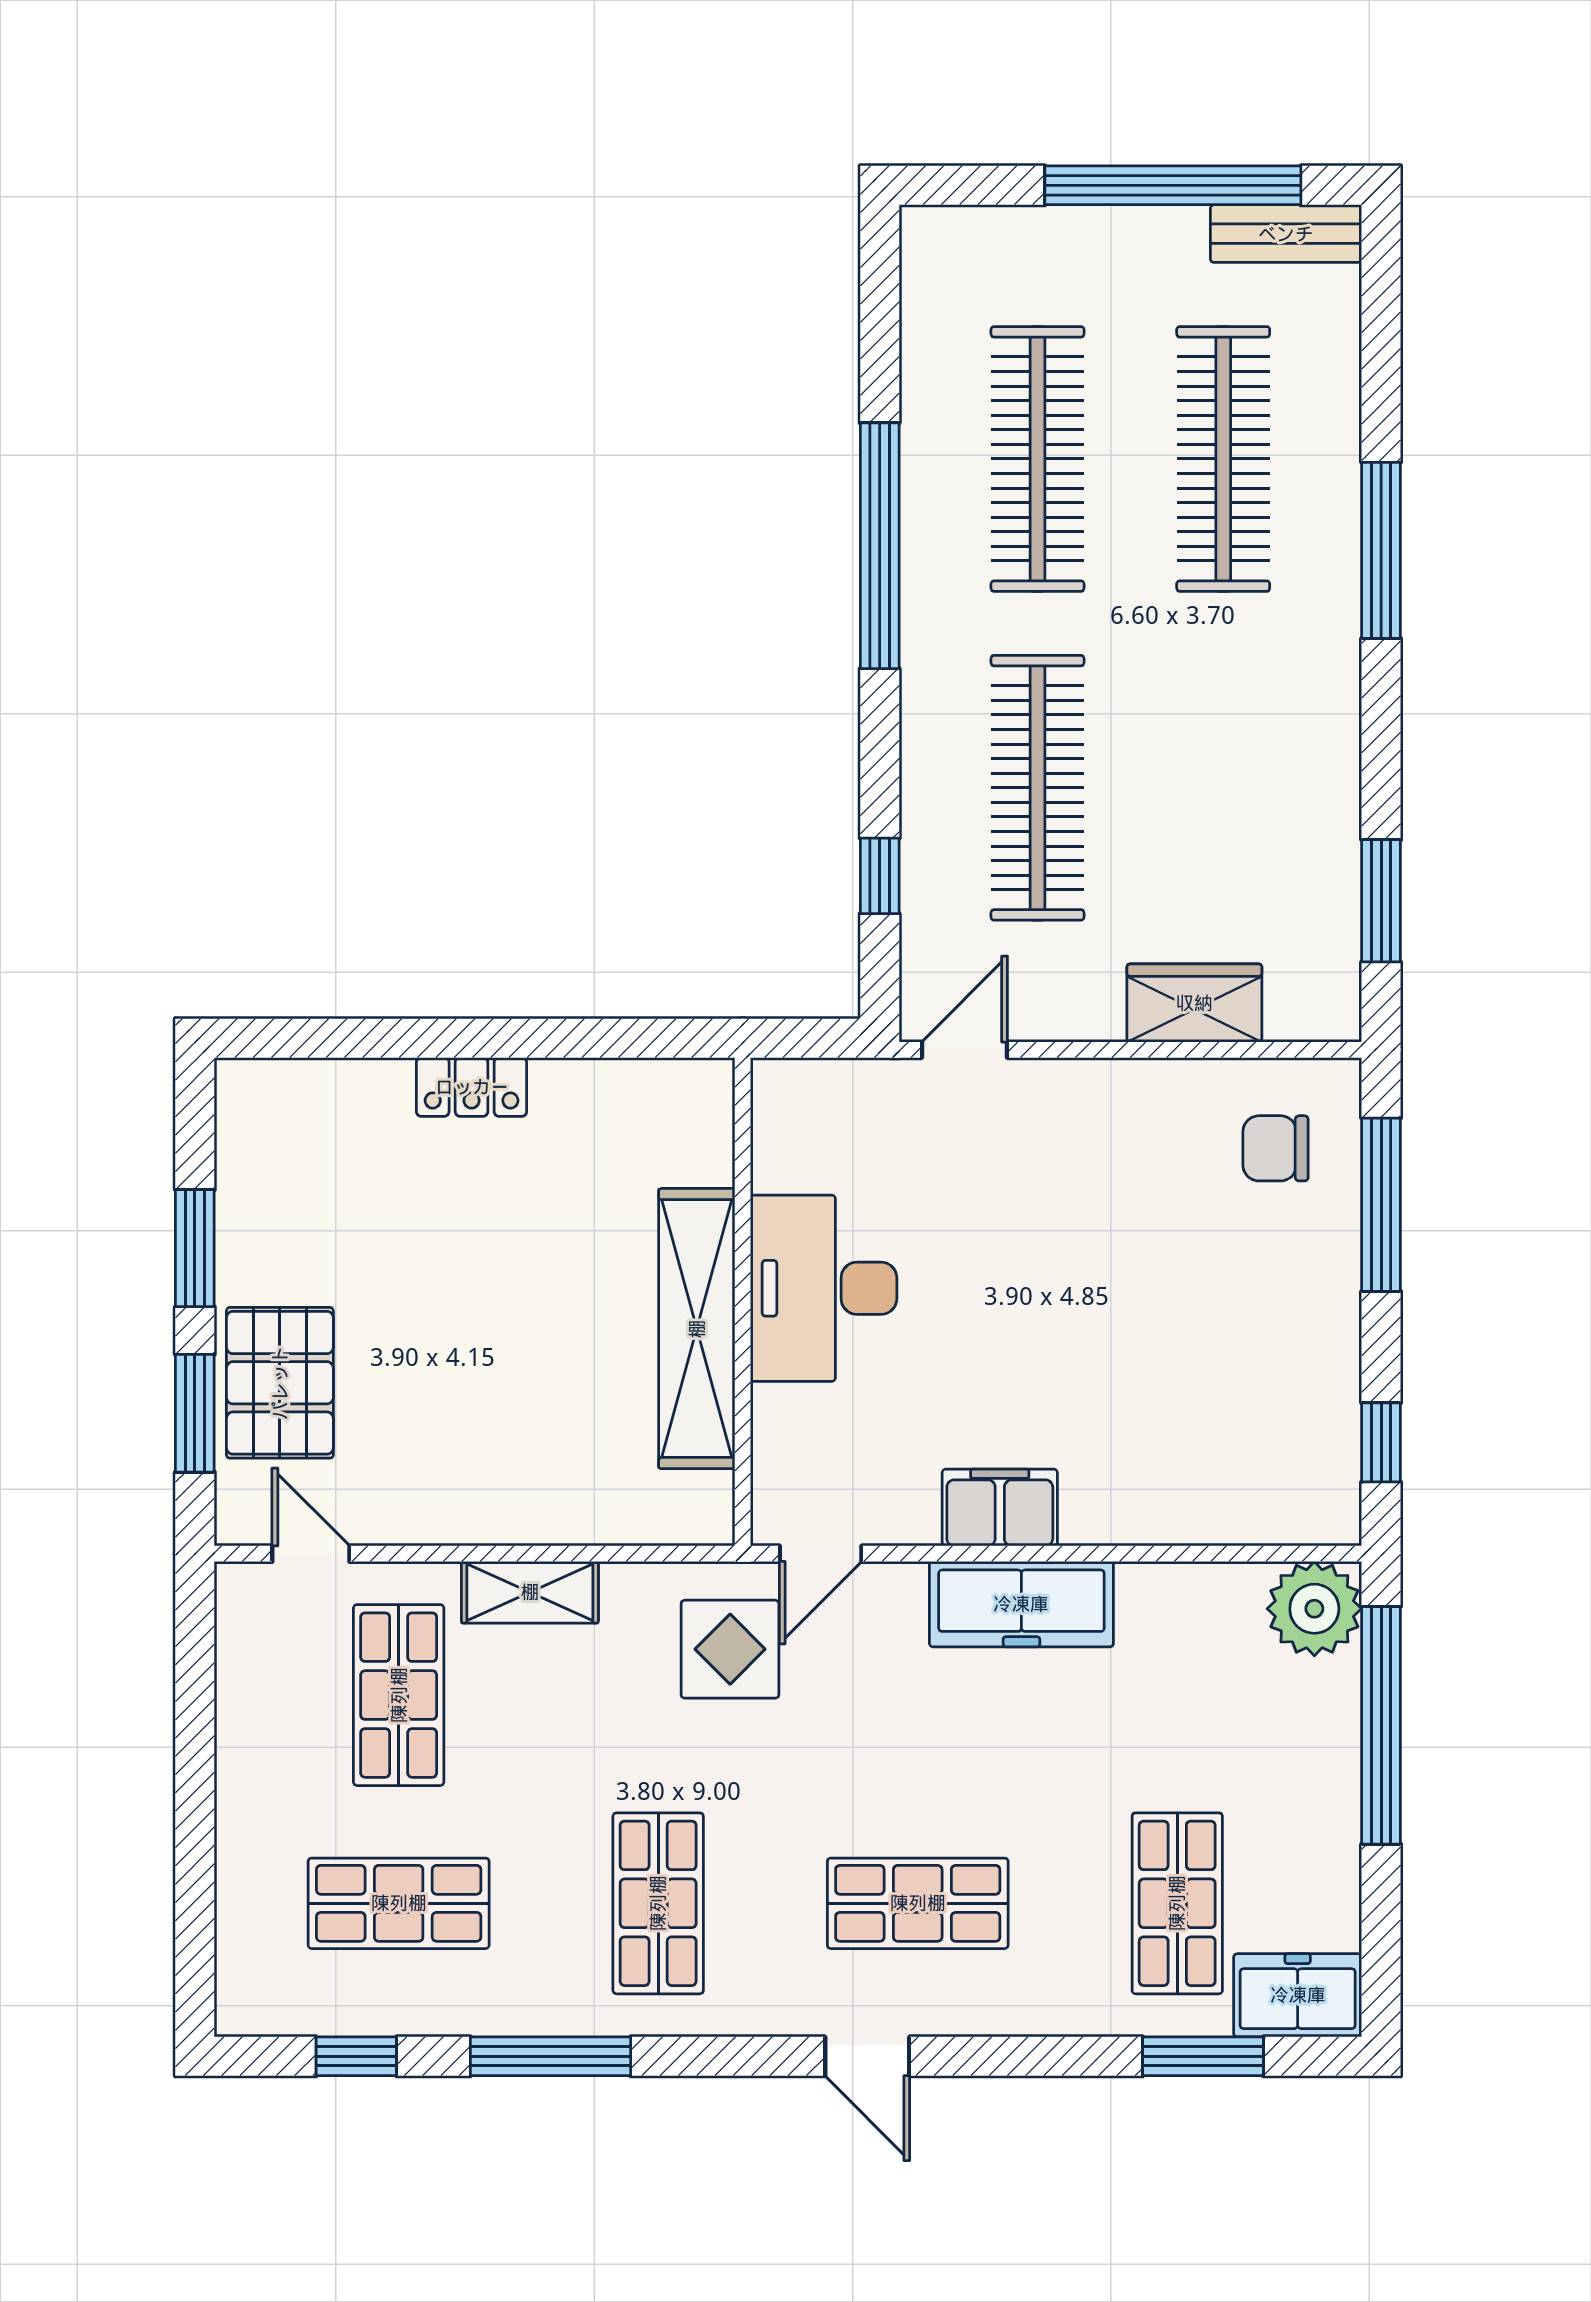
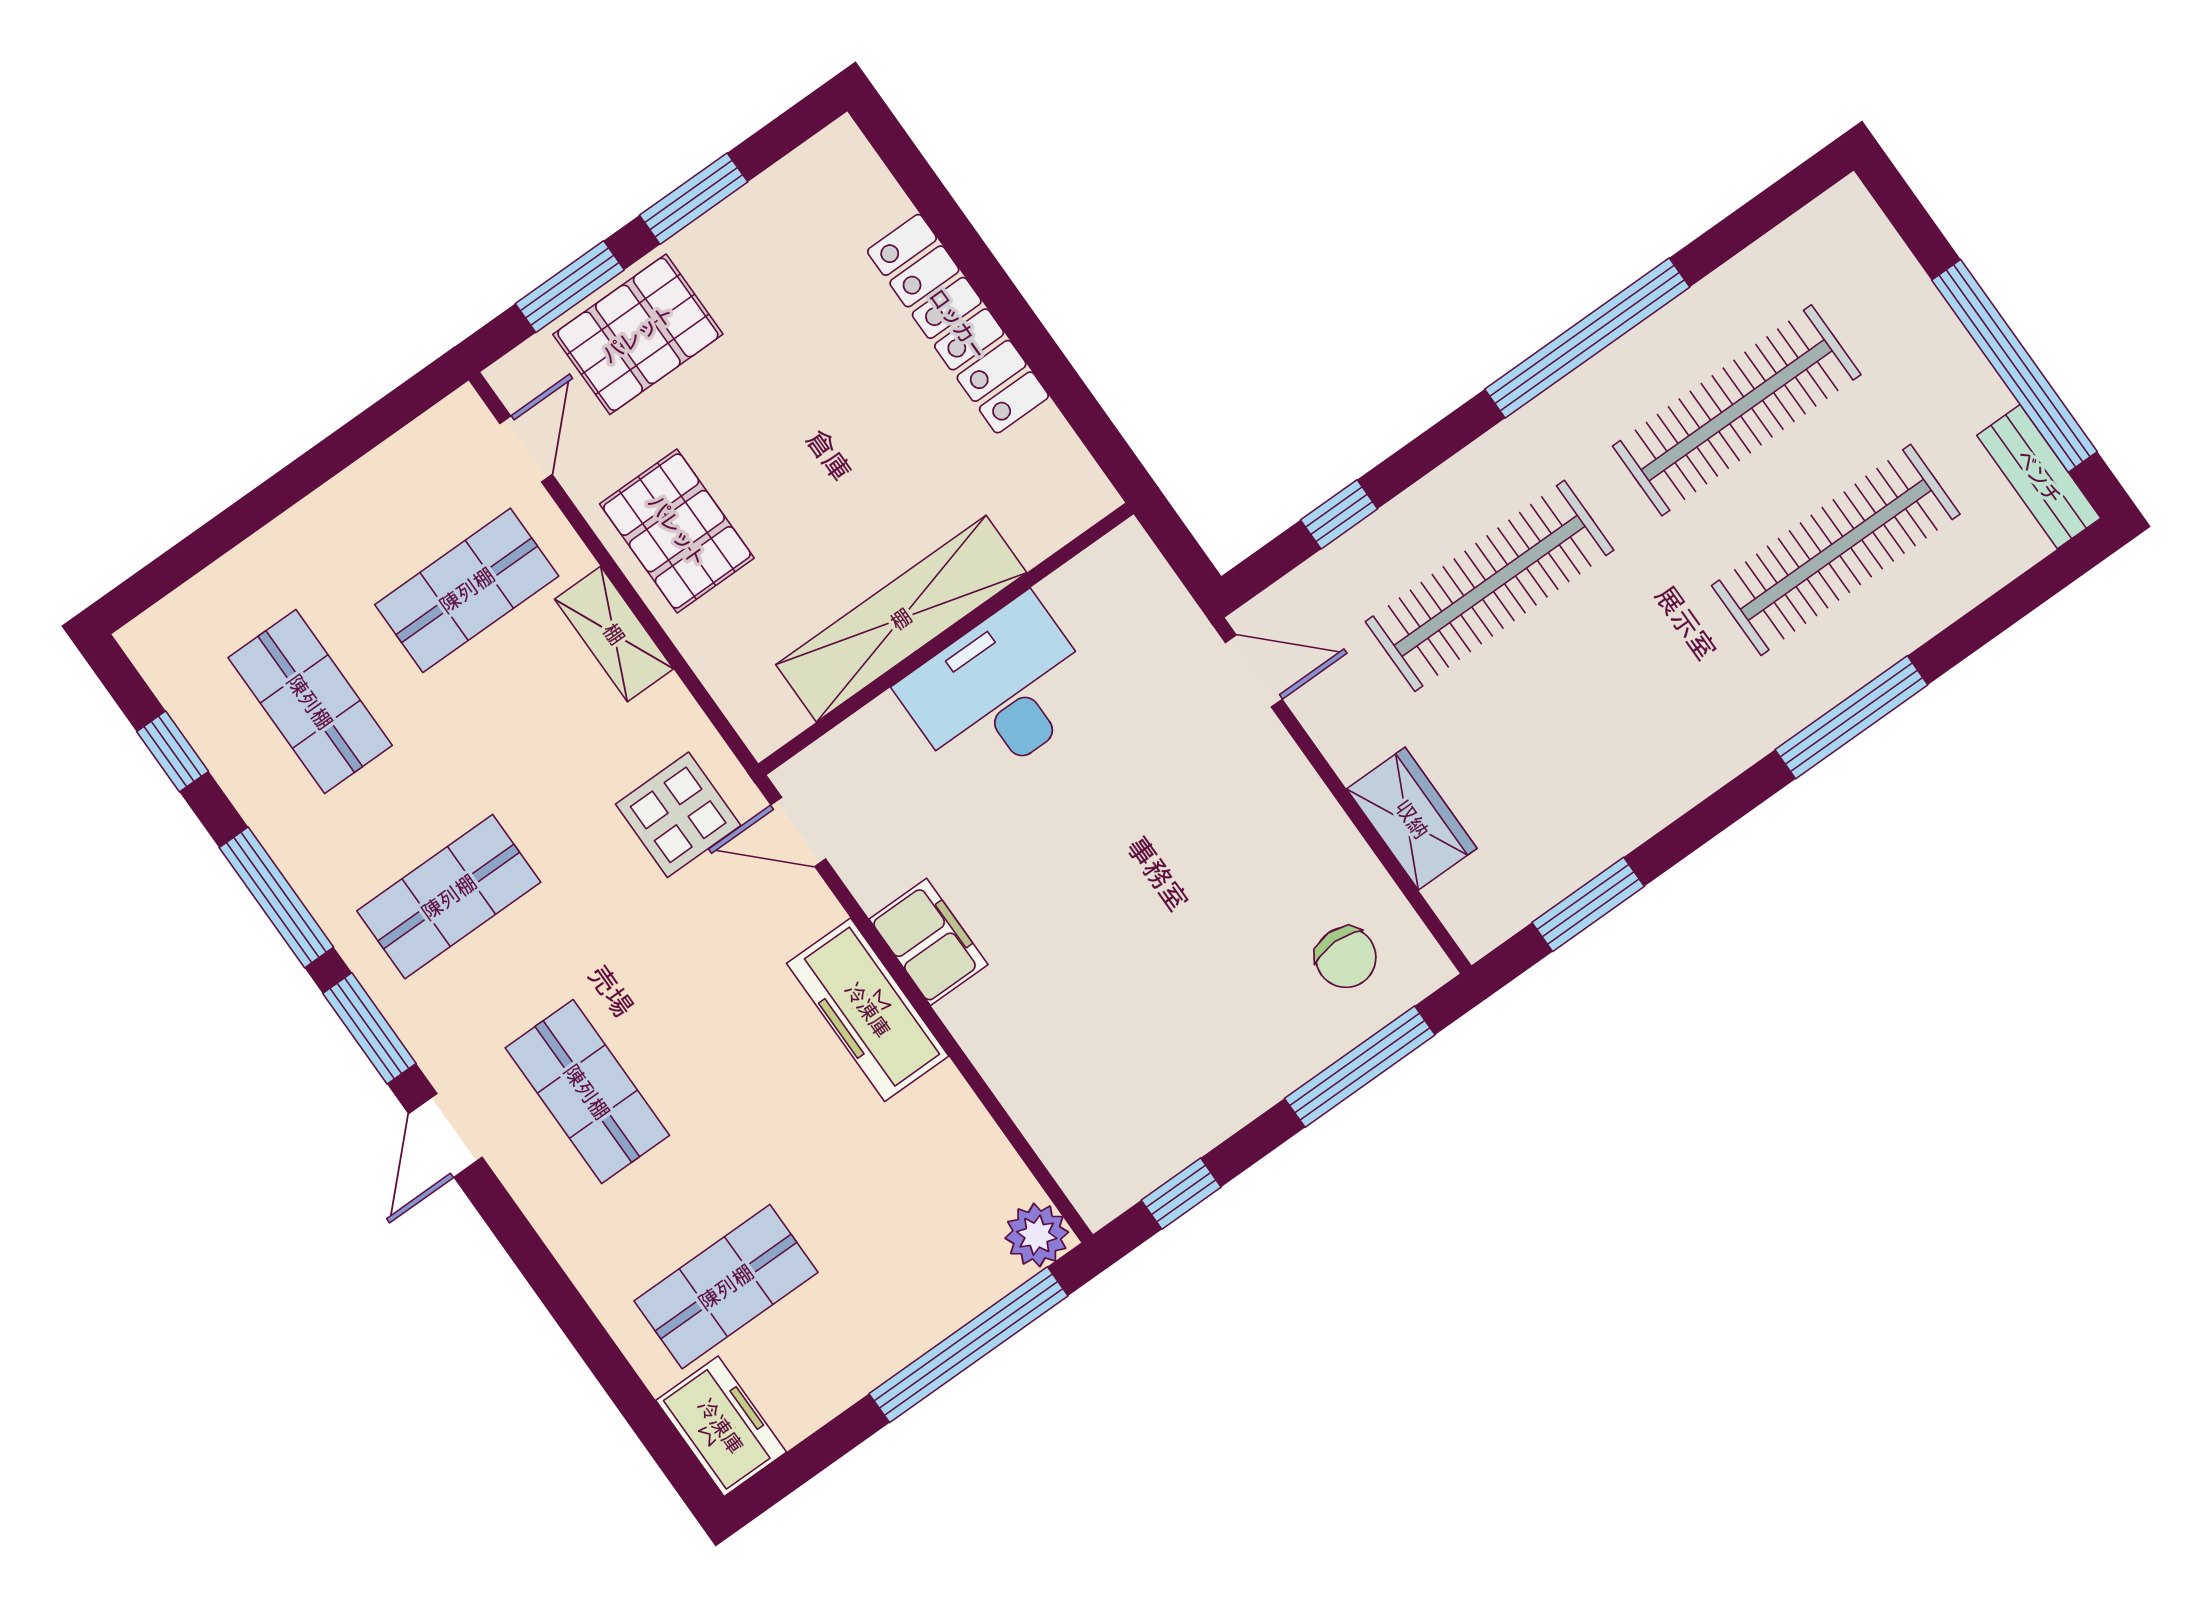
locker: (472, 1087) -> (958, 324), width x2.16, depth x1.21
chair: (1276, 1148) -> (1346, 957), turned 180
pallet: (478, 1472) -> (677, 531), added
plant: (1314, 1609) -> (1037, 1235), width x0.73, depth x0.73
window: (1203, 2056) -> (369, 1028), moved

